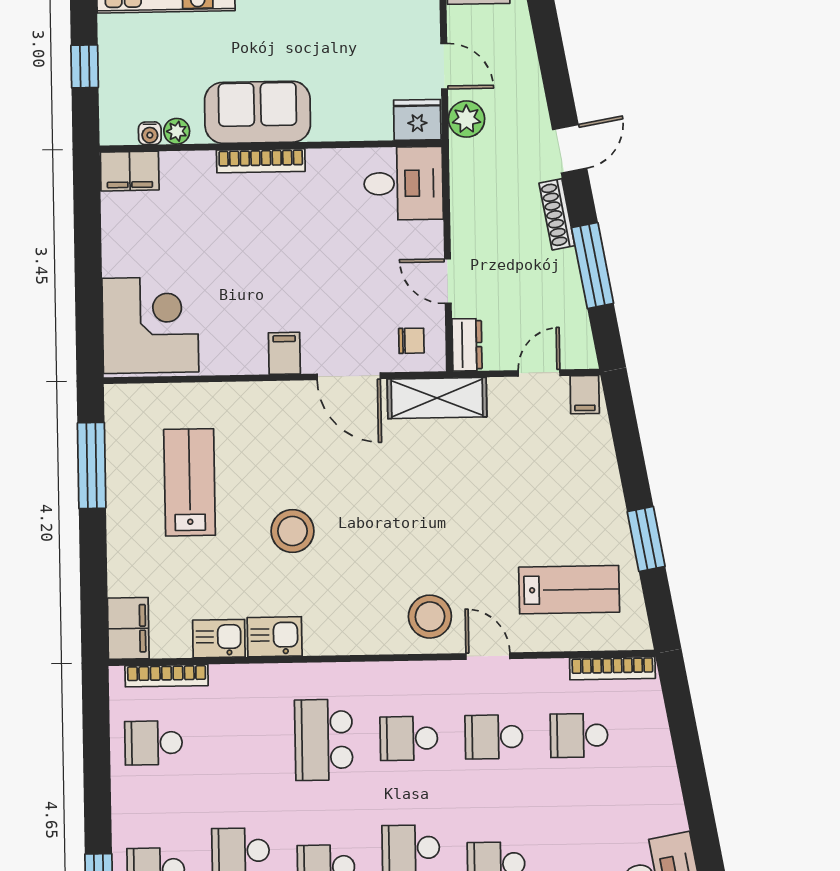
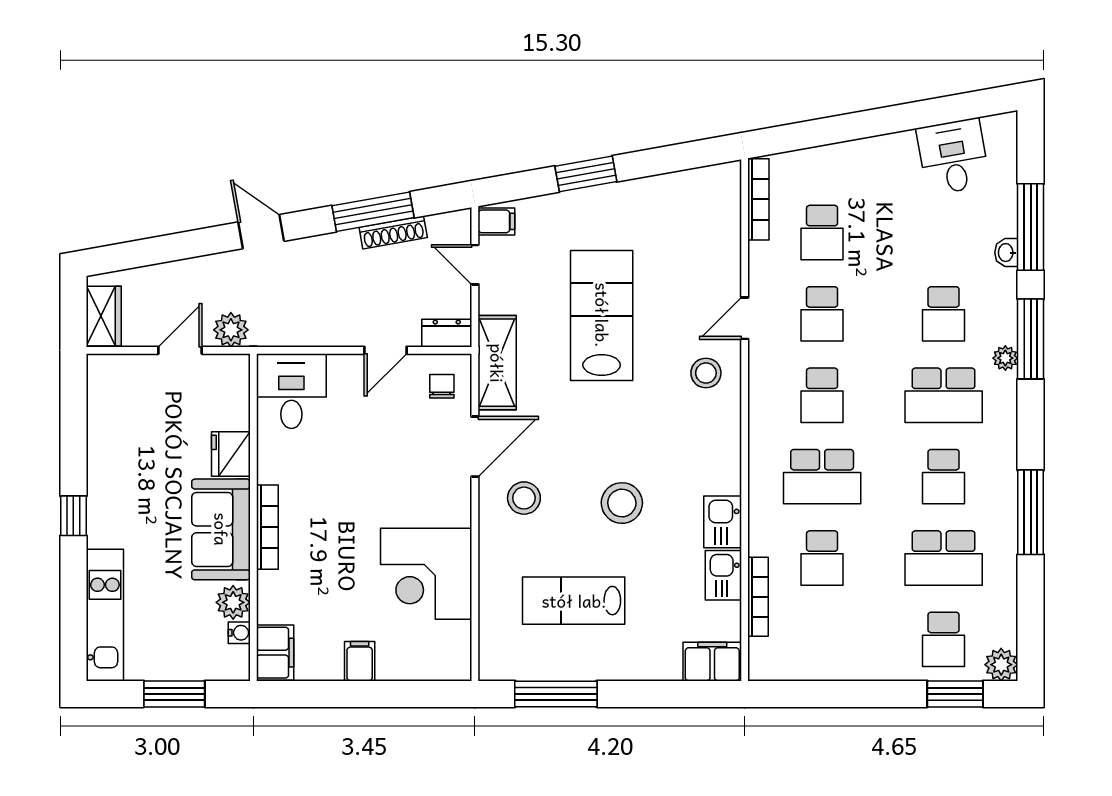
window: (85, 66) -> (174, 694), width x1.50
fridge: (417, 120) -> (231, 454), moved
plant: (177, 131) -> (233, 602), width x1.38, depth x1.38
shoe rack: (557, 214) -> (393, 232), moved
corner desk: (150, 325) -> (426, 574), moved, turned -90
filing cabinet: (284, 353) -> (360, 661), moved, turned 90
stool: (296, 429) -> (524, 498), added
window: (646, 539) -> (586, 174), moved
lab bench: (569, 590) -> (602, 315), moved, width x1.36, depth x1.39
stool: (430, 617) -> (706, 373), width x0.73, depth x0.73
bookcase: (167, 676) -> (758, 597), moved
school desk: (154, 743) -> (822, 558), moved

